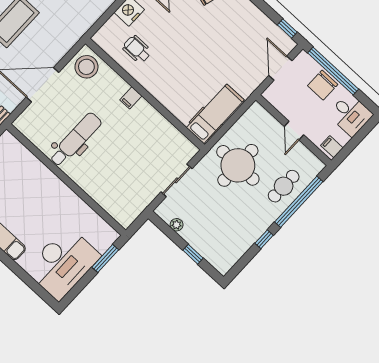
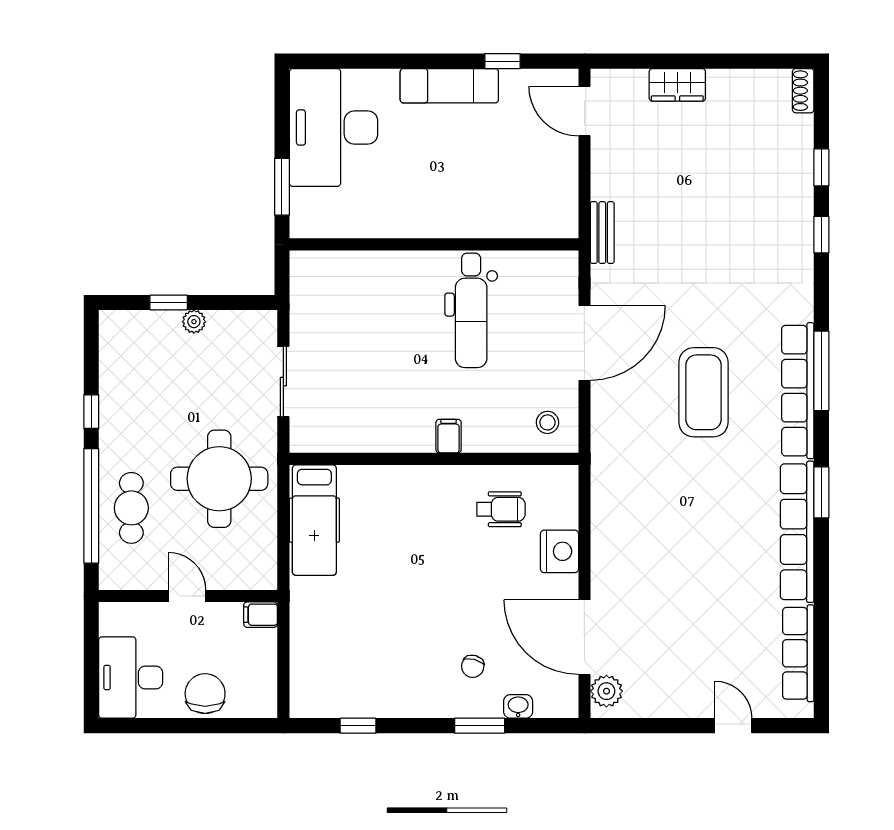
window: (287, 29) -> (358, 726), moved
stool: (86, 67) -> (547, 422), width x0.53, depth x0.53
door: (280, 68) -> (283, 664), removed
window: (333, 71) -> (209, 726), removed
desk: (350, 114) -> (131, 677), width x1.37
filing cabinet: (332, 147) -> (261, 615), moved, turned 180
plant: (177, 225) -> (194, 322), moved

